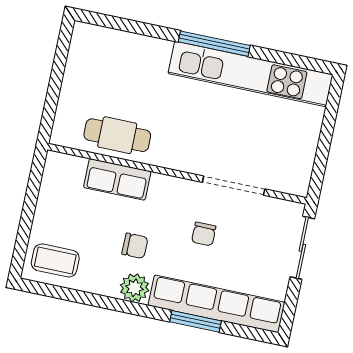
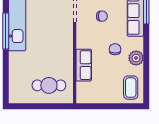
cafe table: (117, 135) -> (49, 85), moved, turned 90
plant: (135, 288) -> (136, 58), moved

